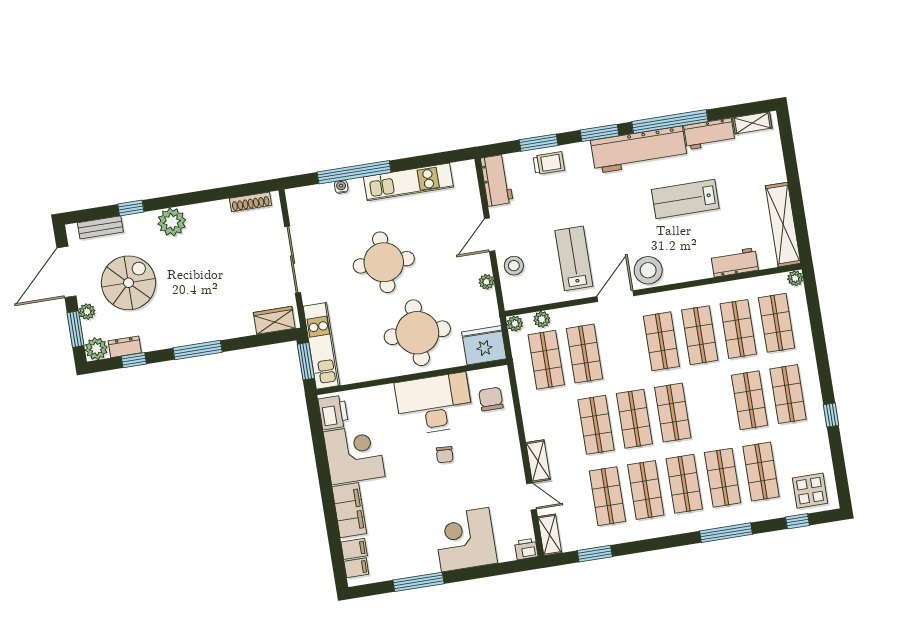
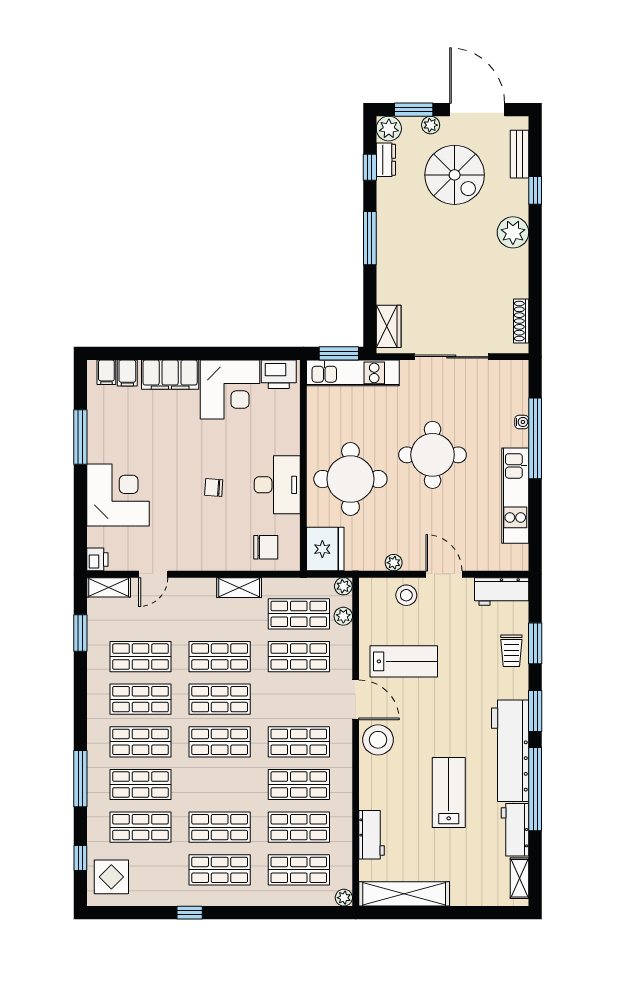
desk: (434, 404) -> (277, 485), width x0.73, depth x0.77
shelving: (538, 461) -> (239, 588), moved

